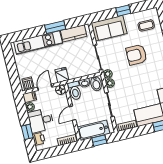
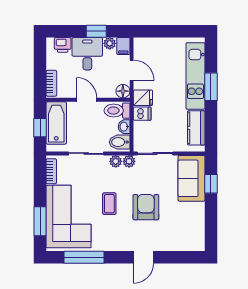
window: (123, 11) -> (211, 184), moved
coffee table: (146, 25) -> (109, 204), moved
window: (55, 27) -> (211, 87), moved
dishwasher: (28, 84) -> (142, 114), moved
window: (27, 132) -> (96, 31), moved

